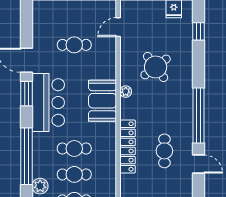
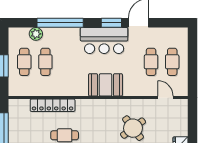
plant: (126, 92) -> (113, 104), removed
locker: (128, 146) -> (53, 105), moved
cafe table: (74, 149) -> (172, 62), moved

